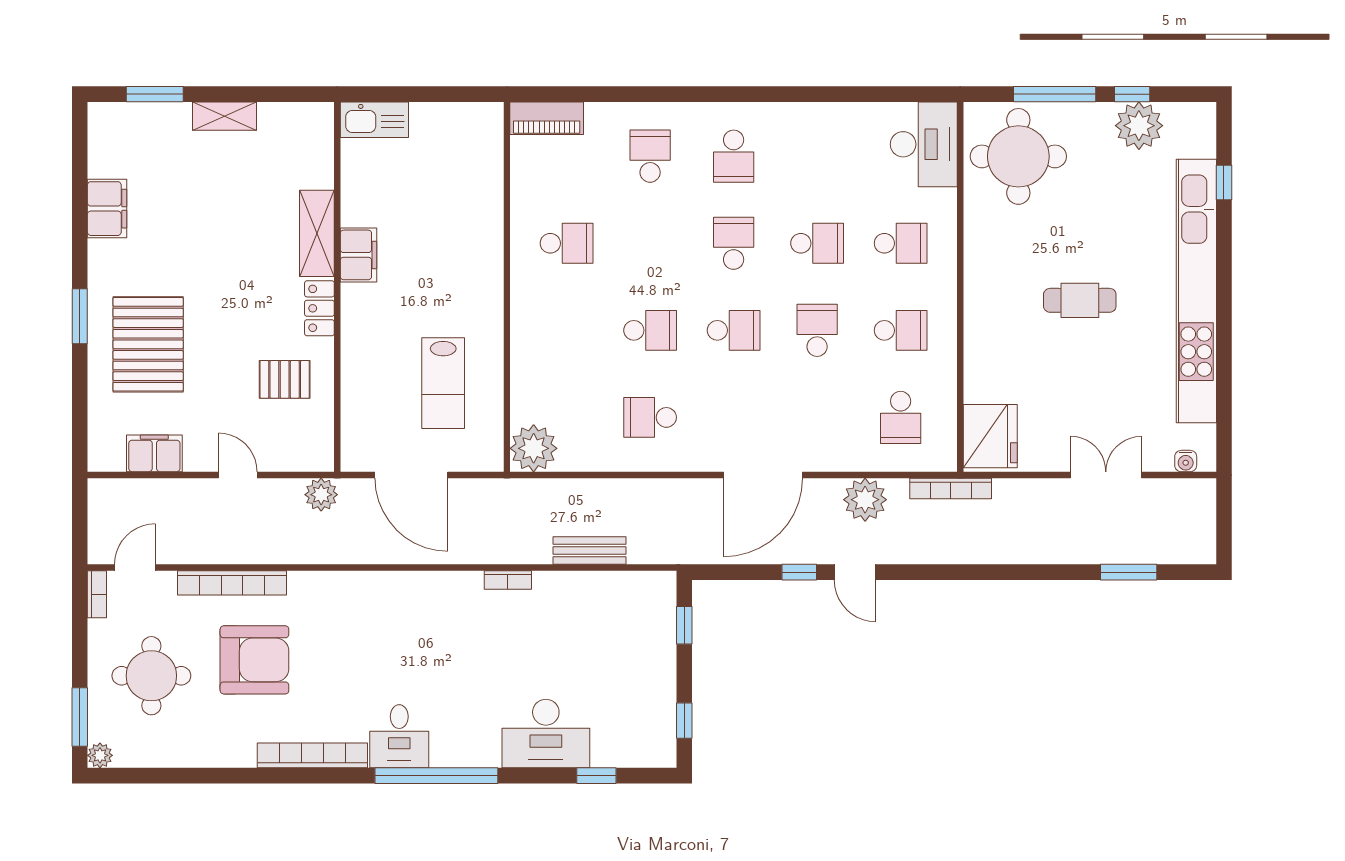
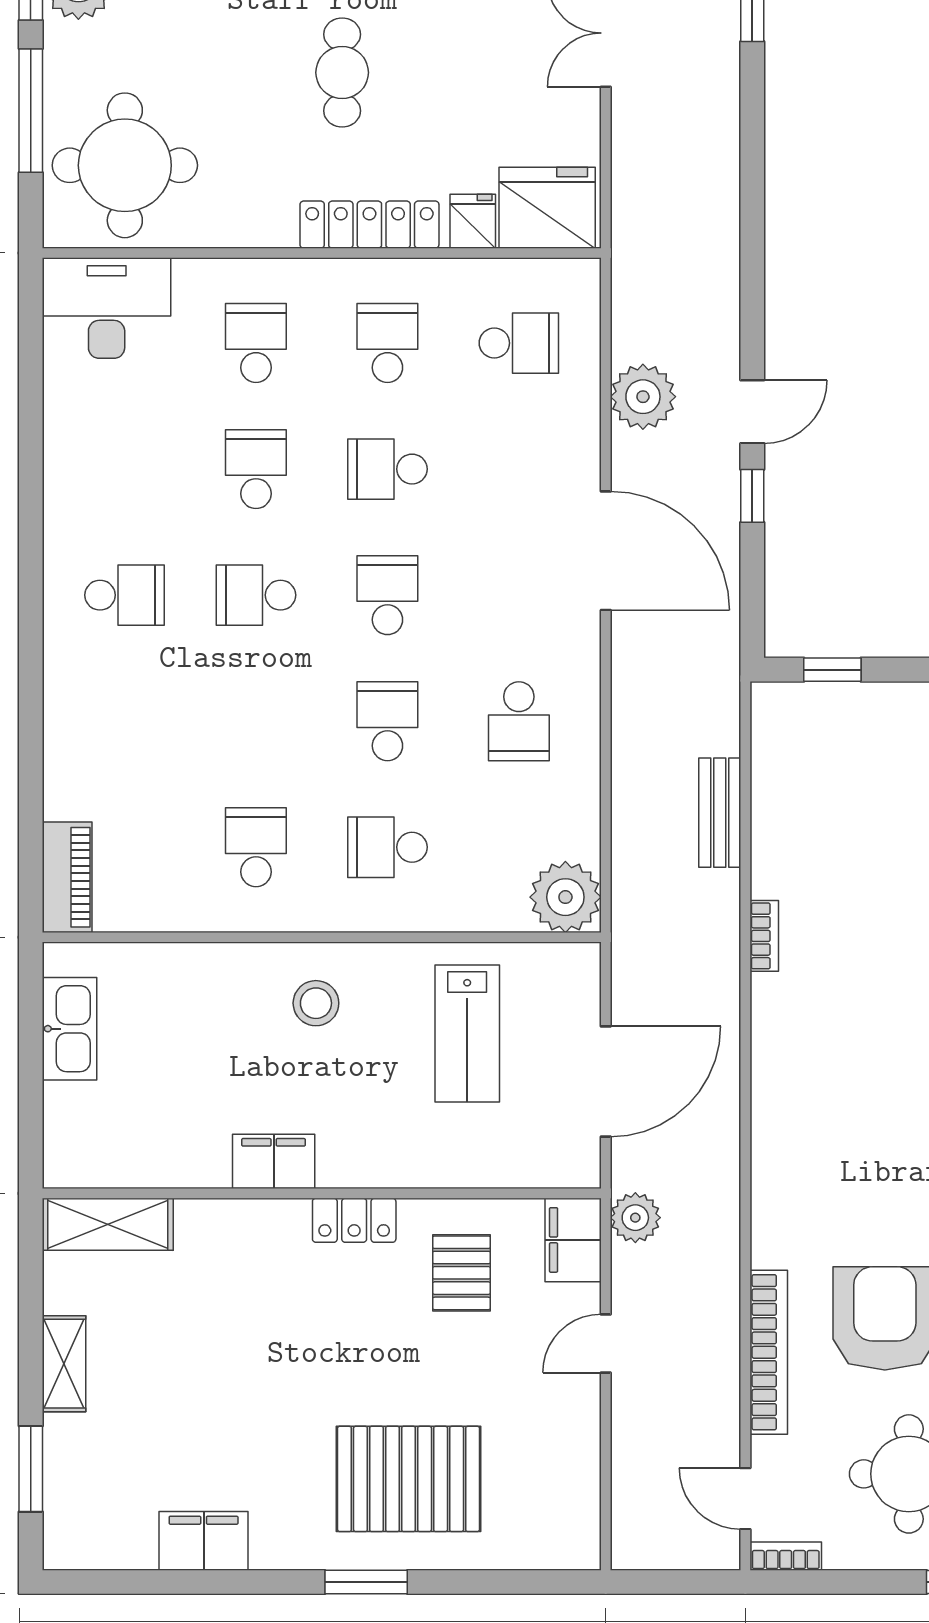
kitchen sink: (374, 120) -> (69, 1029), moved
school desk: (650, 156) -> (387, 847), moved
shelving: (317, 233) -> (108, 1224), moved
stool: (463, 283) -> (316, 1003), added
locker: (979, 318) -> (369, 225), added
lab bench: (443, 383) -> (467, 1033), turned 90
fridge: (981, 387) -> (473, 221), added
filing cabinet: (154, 453) -> (573, 1240), moved
bookcase: (951, 488) -> (626, 267), removed

